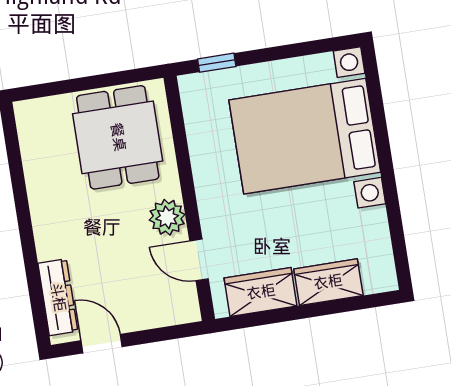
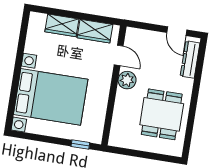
dining table: (118, 137) -> (162, 114), moved

